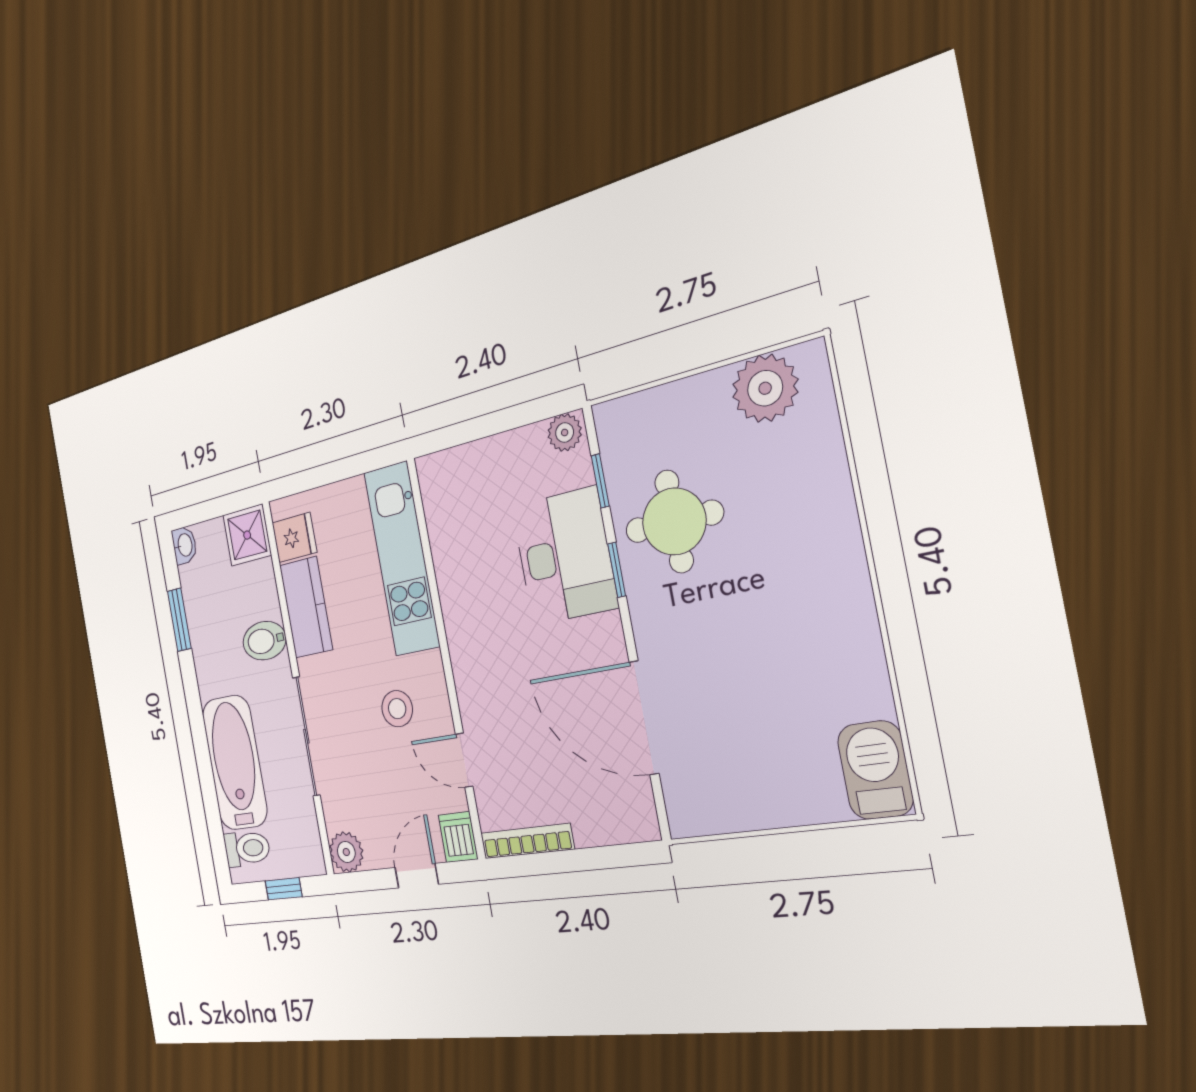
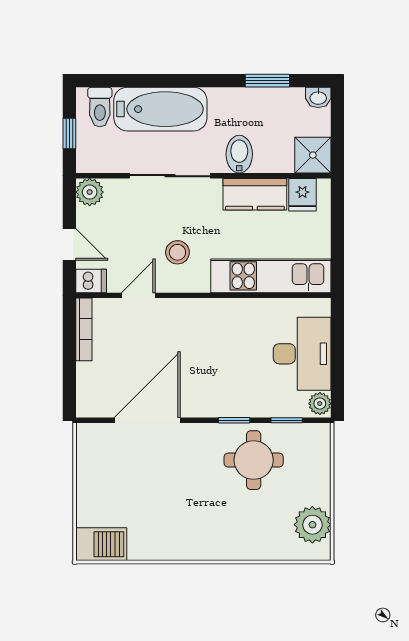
desk: (564, 556) -> (302, 354), moved, turned -90

